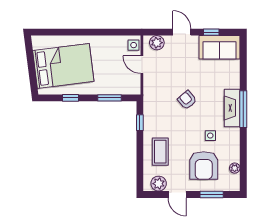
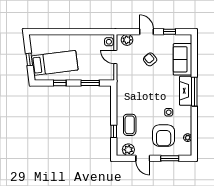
sofa: (219, 47) -> (183, 59), moved, turned 90
bed: (63, 66) -> (55, 63), width x0.67
window: (31, 68) -> (29, 59), added
armchair: (187, 100) -> (150, 59), moved
window: (140, 123) -> (114, 131), moved

